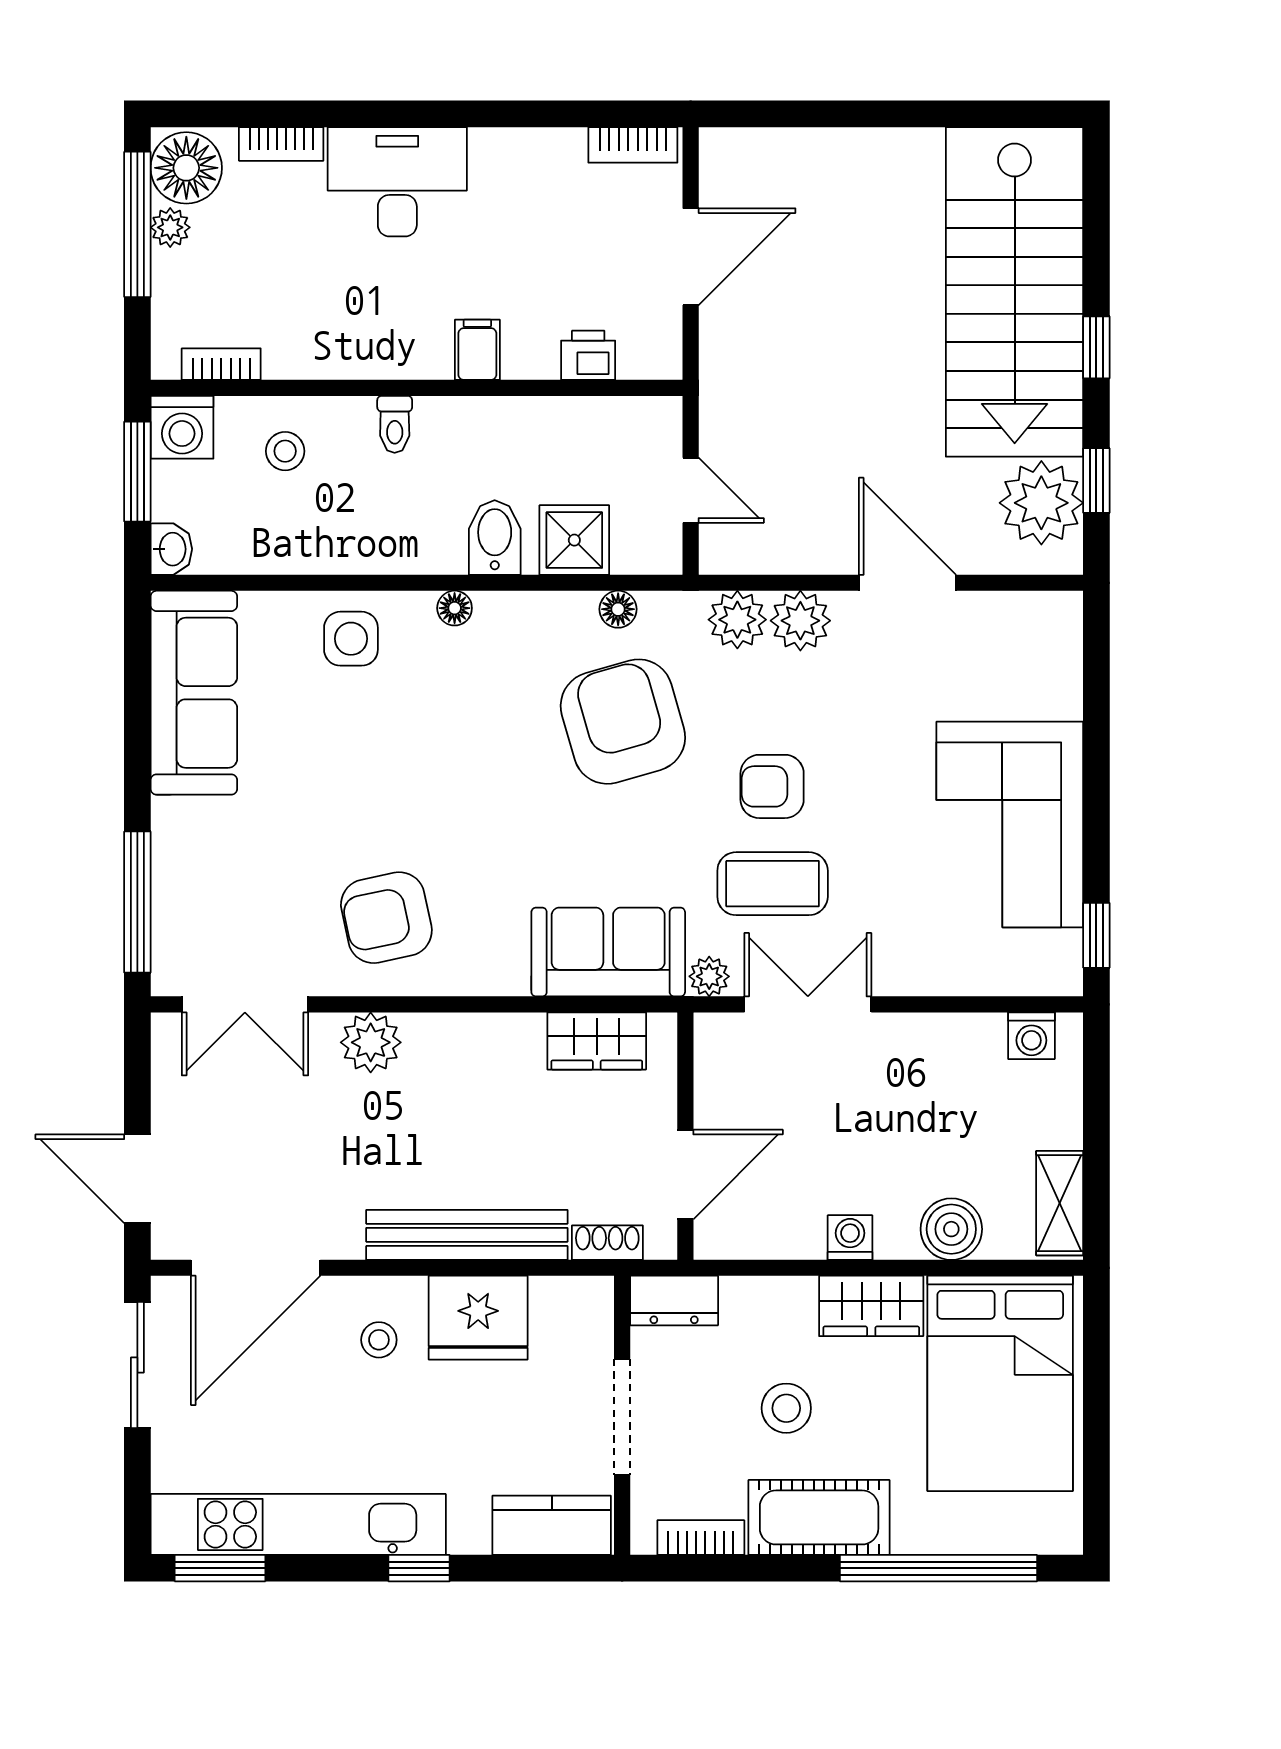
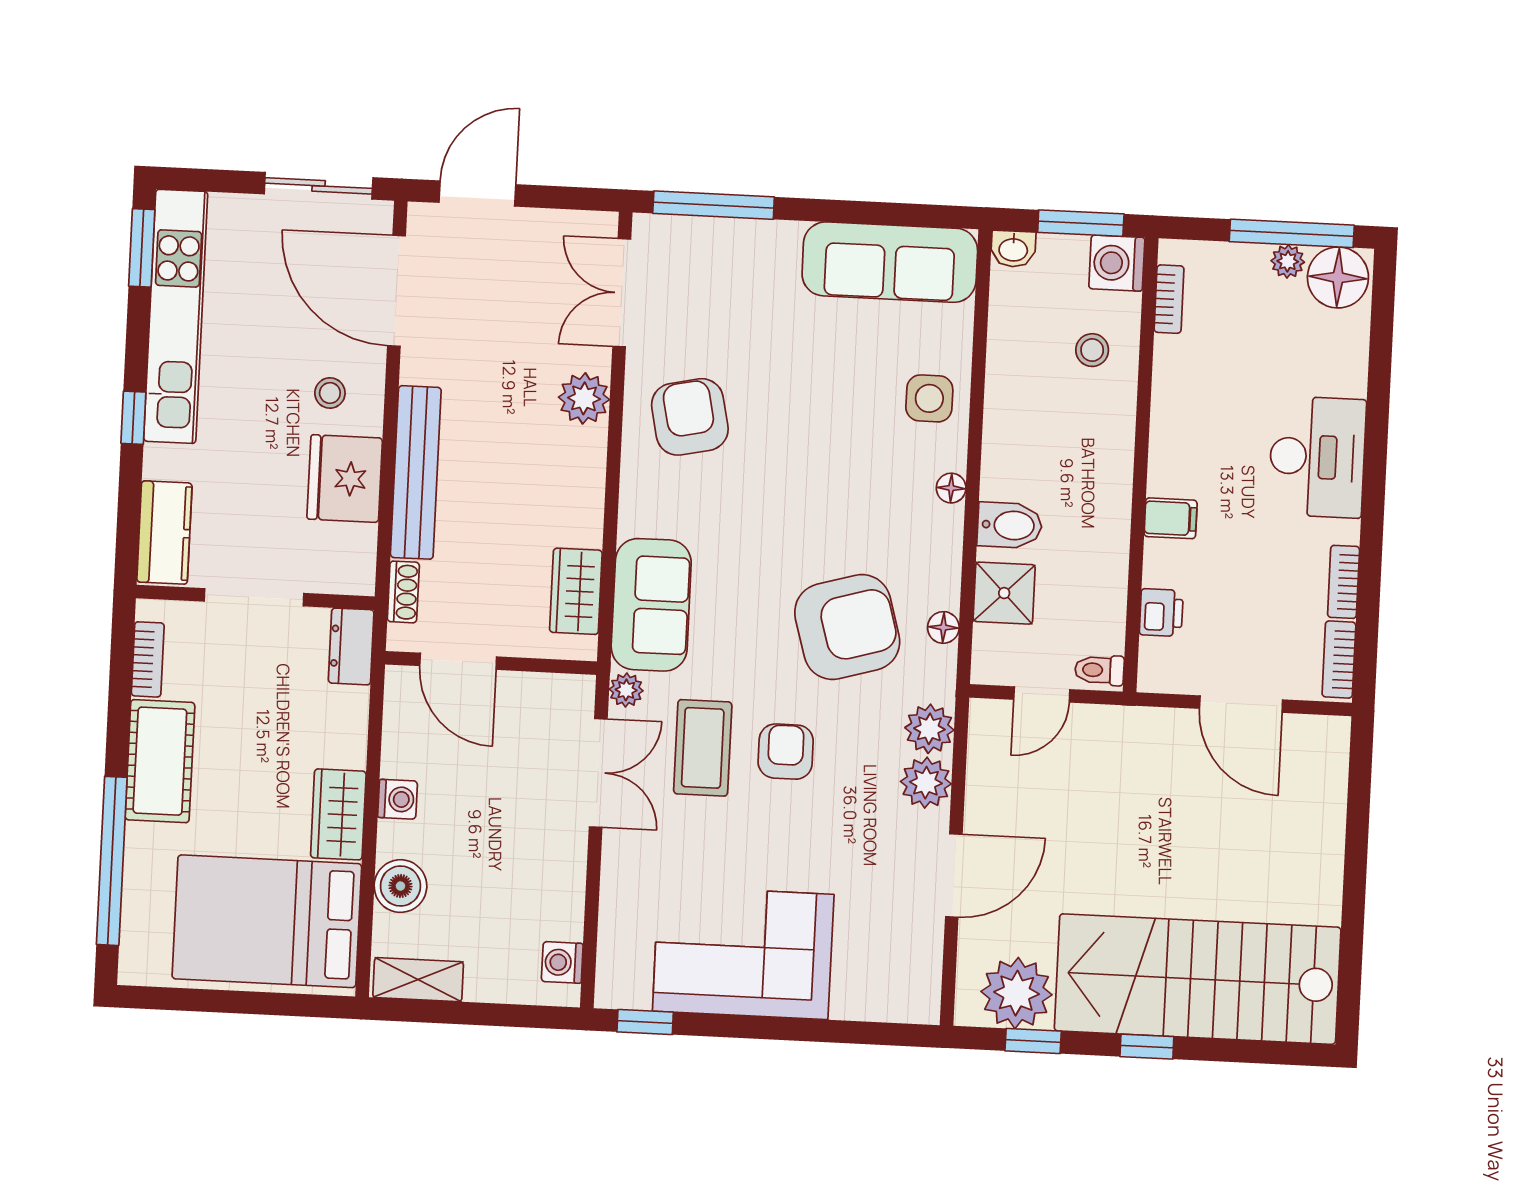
bookcase: (281, 144) -> (1344, 582), moved
toilet: (395, 424) -> (1099, 670), moved
stool: (786, 1408) -> (255, 738), removed

